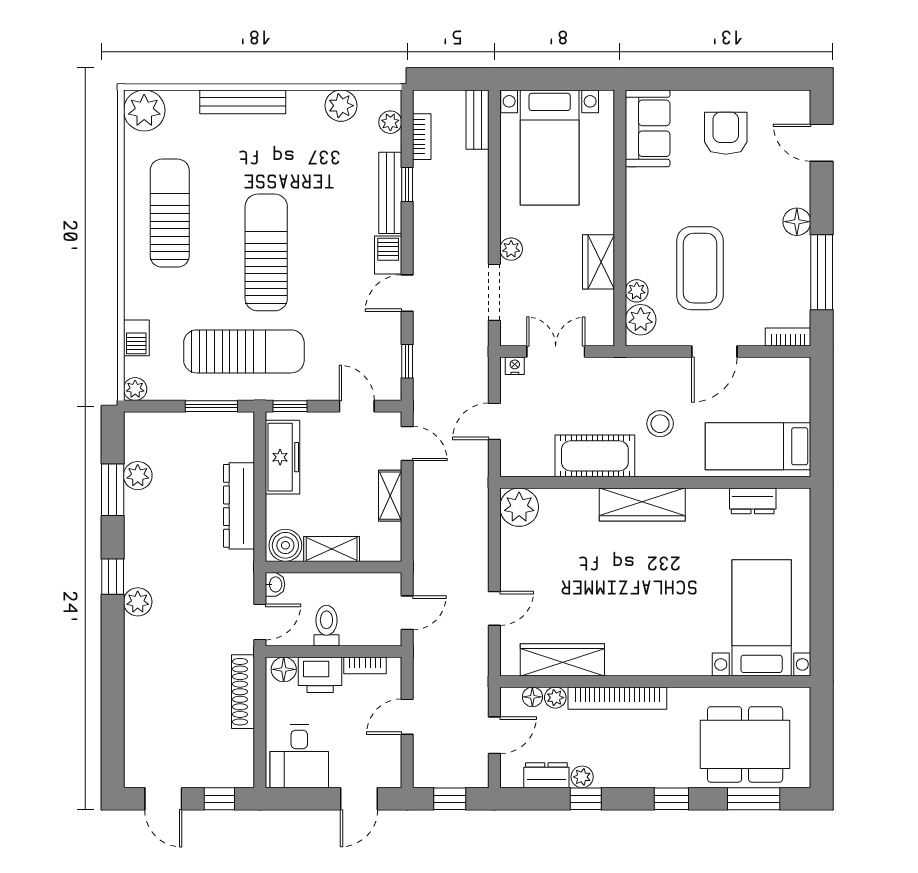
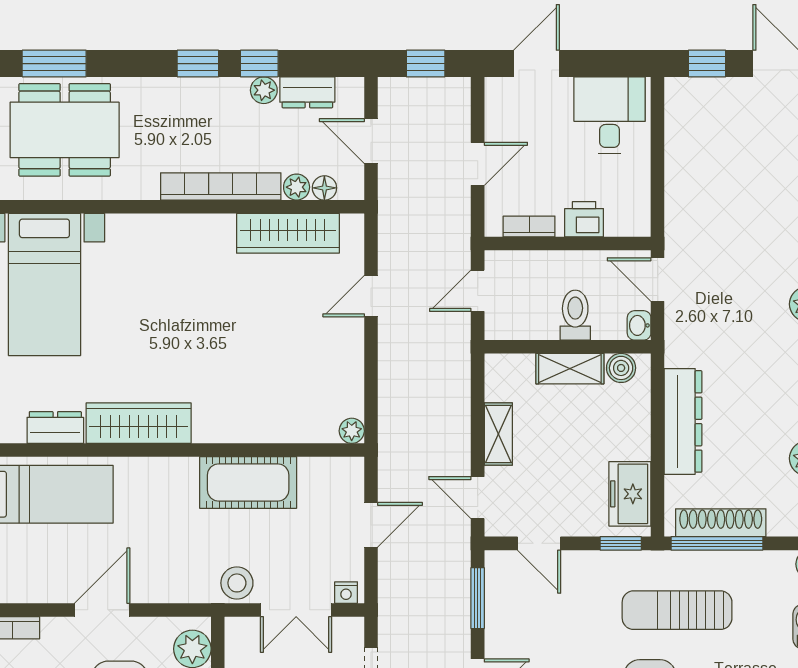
sun lounger: (244, 351) -> (677, 610), width x0.73, depth x0.75
window: (407, 361) -> (478, 598), width x1.50
window: (211, 406) -> (717, 543), width x1.44
stool: (660, 424) -> (237, 583), moved
freezer: (282, 457) -> (630, 494), width x0.71
wardrobe: (642, 504) -> (139, 423), moved
plant: (519, 507) -> (352, 431), width x0.53, depth x0.53
boiler: (285, 545) -> (621, 368), width x0.73, depth x0.73
door: (260, 622) -> (658, 280), hinge flipped
toilet: (326, 626) -> (575, 315), moved, turned 180
floor lamp: (284, 669) -> (628, 222), removed
printer: (320, 675) -> (584, 219), width x0.73, depth x0.81
shoe rack: (243, 692) -> (721, 523), moved, turned -90
door: (494, 735) -> (371, 141), hinge flipped
window: (671, 799) -> (198, 64), moved

